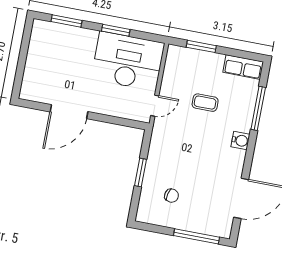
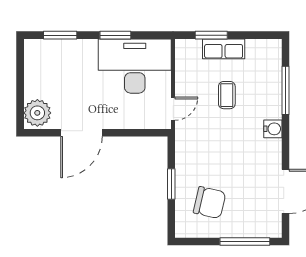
row of seats: (243, 67) -> (224, 49), moved
plant: (33, 87) -> (37, 113), added
coffee table: (205, 103) -> (227, 95), turned 90
chair: (172, 196) -> (210, 203), width x1.87, depth x1.87

